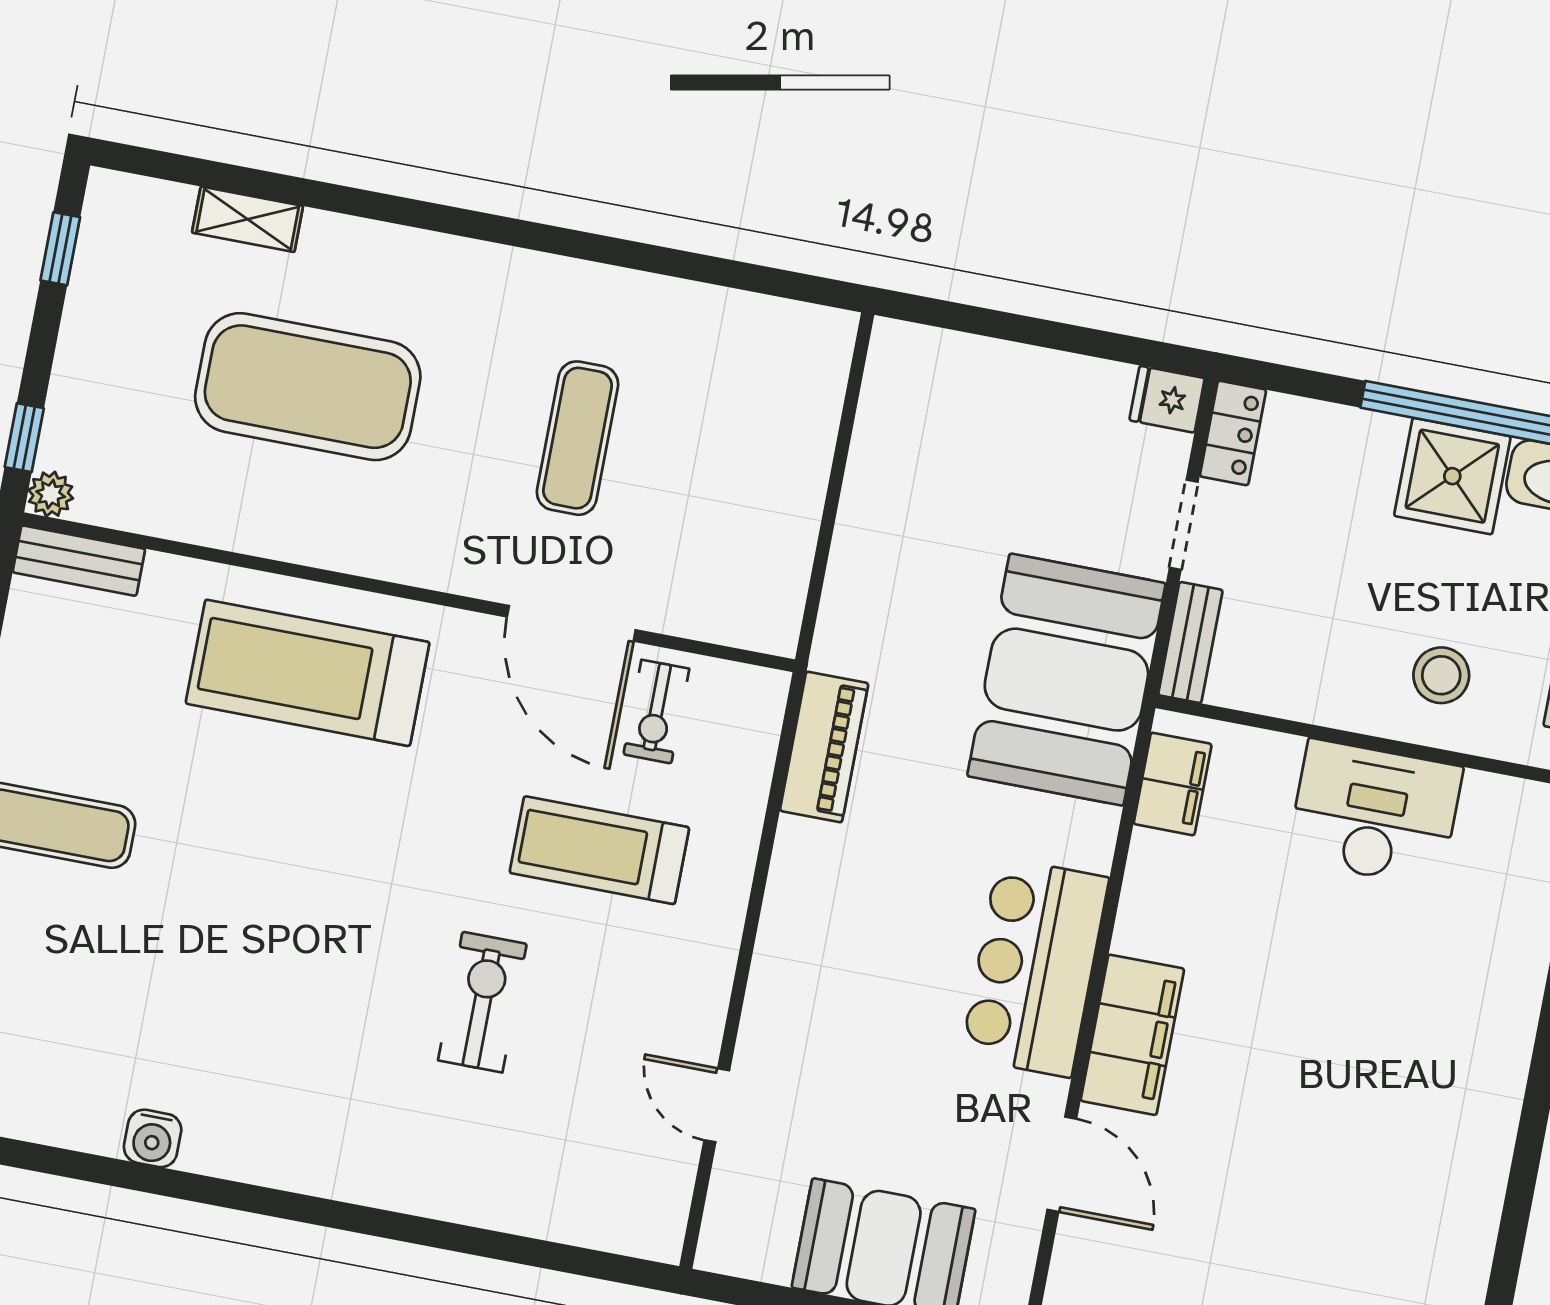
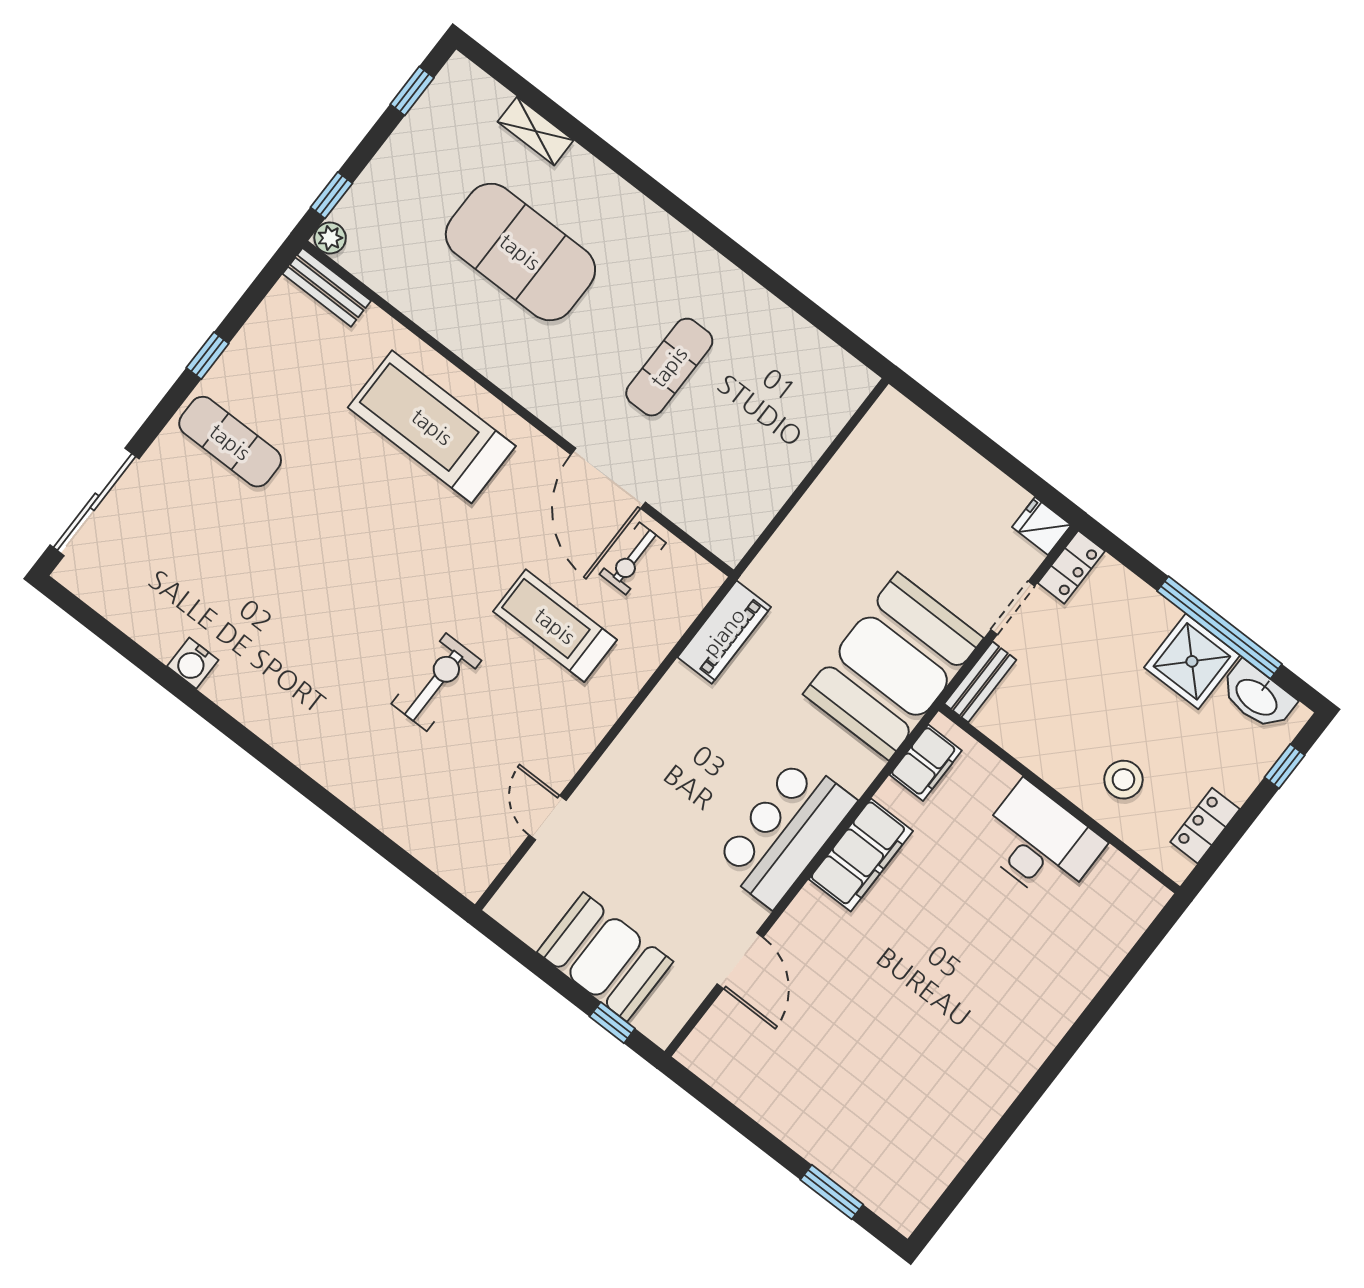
filing cabinet: (1132, 1035) -> (861, 855), moved

